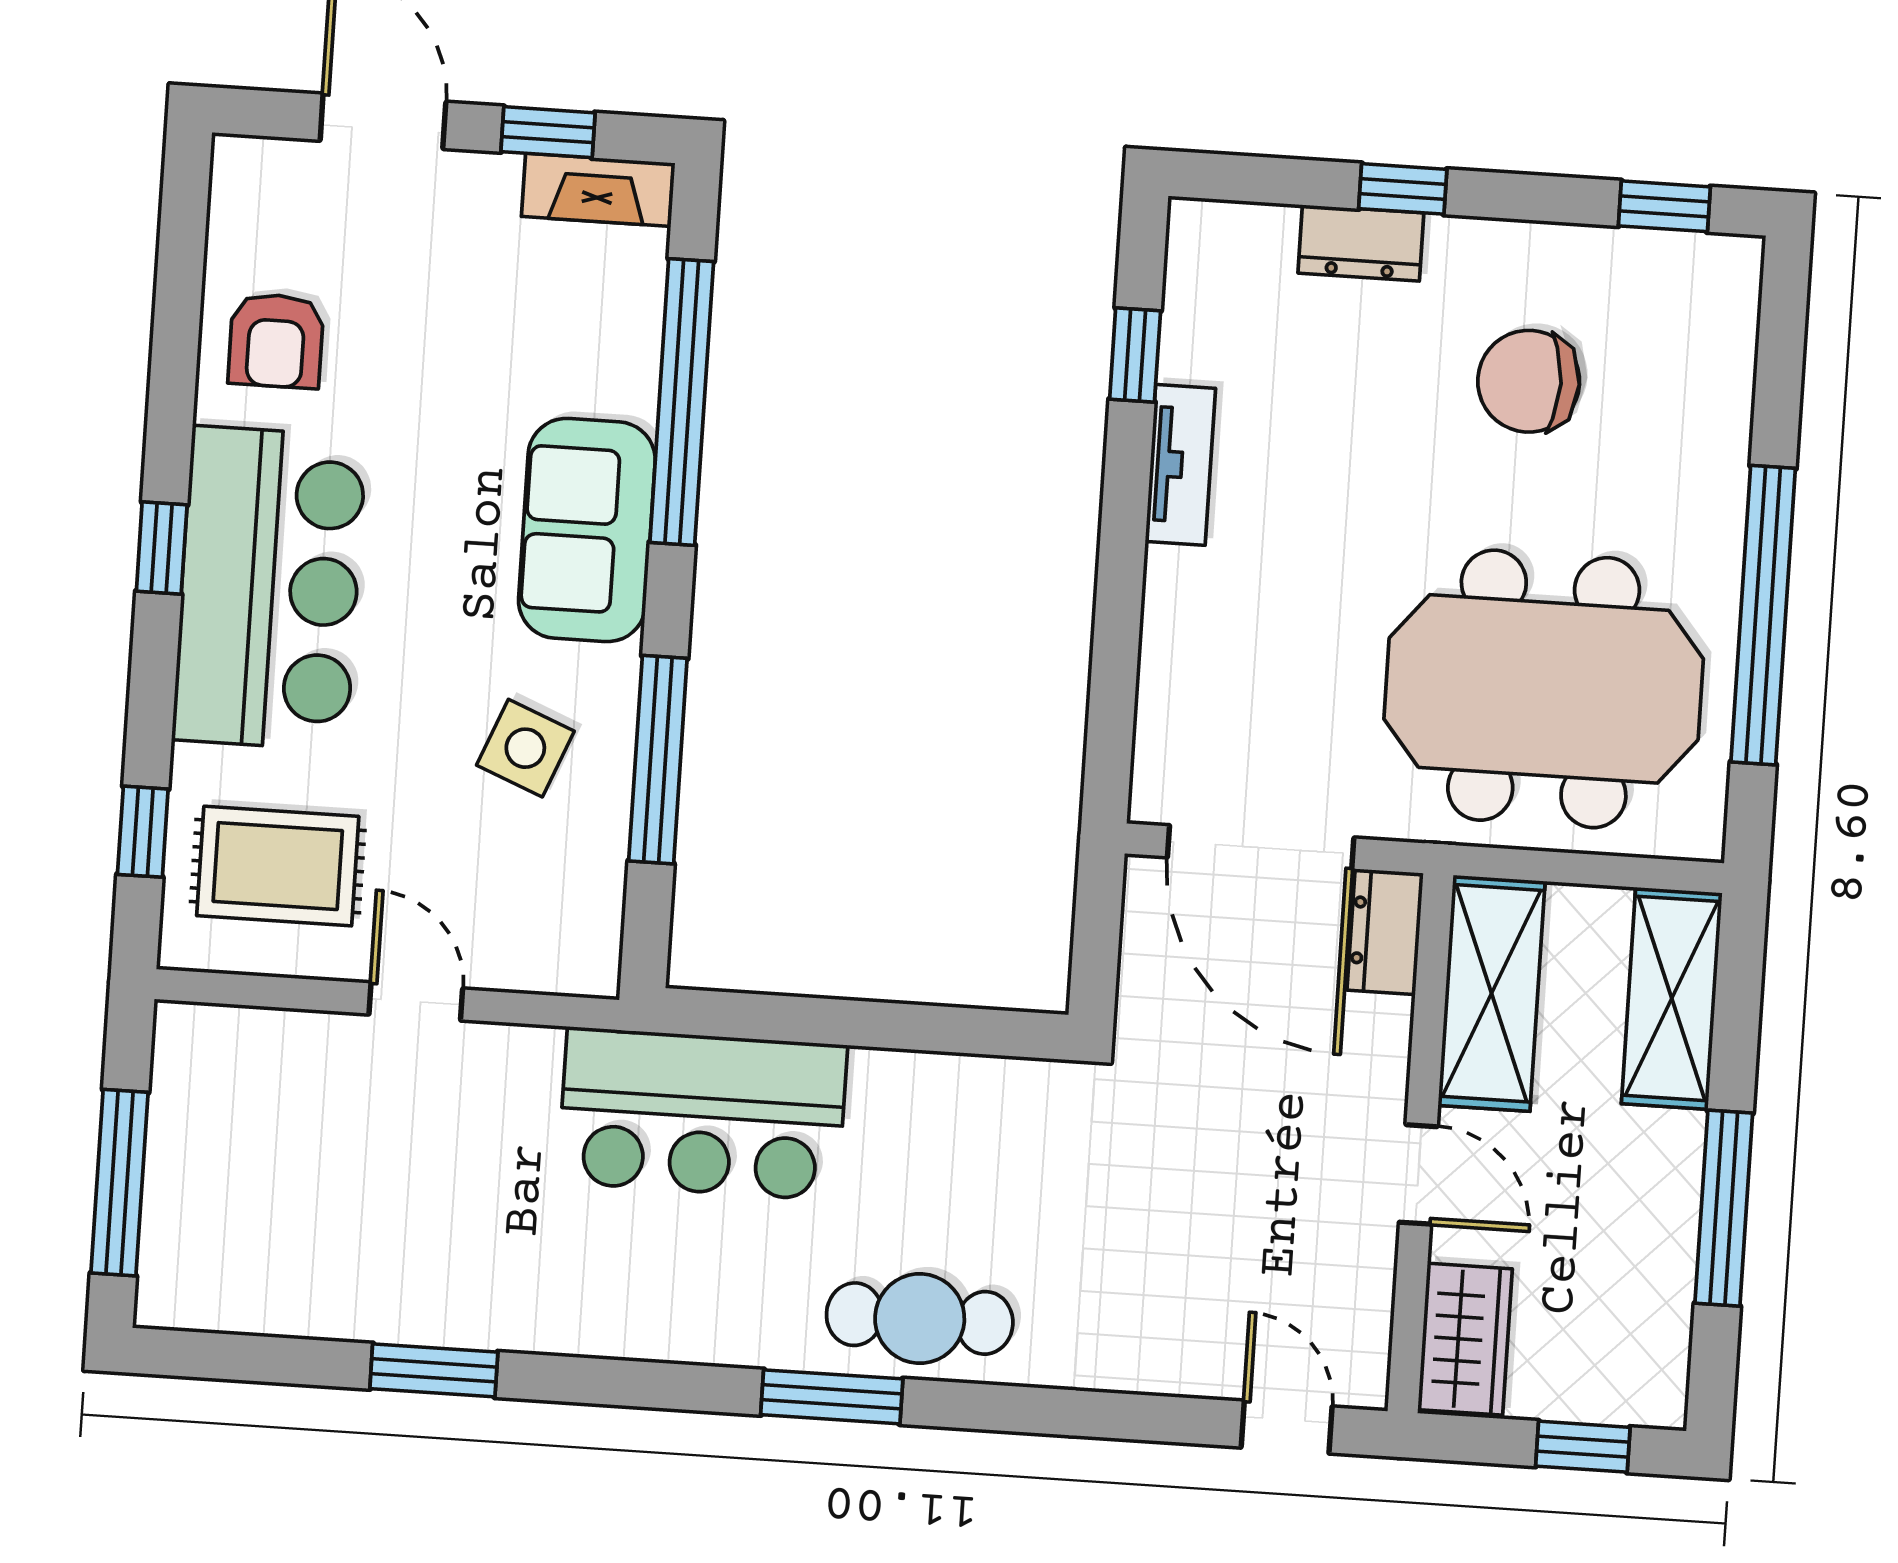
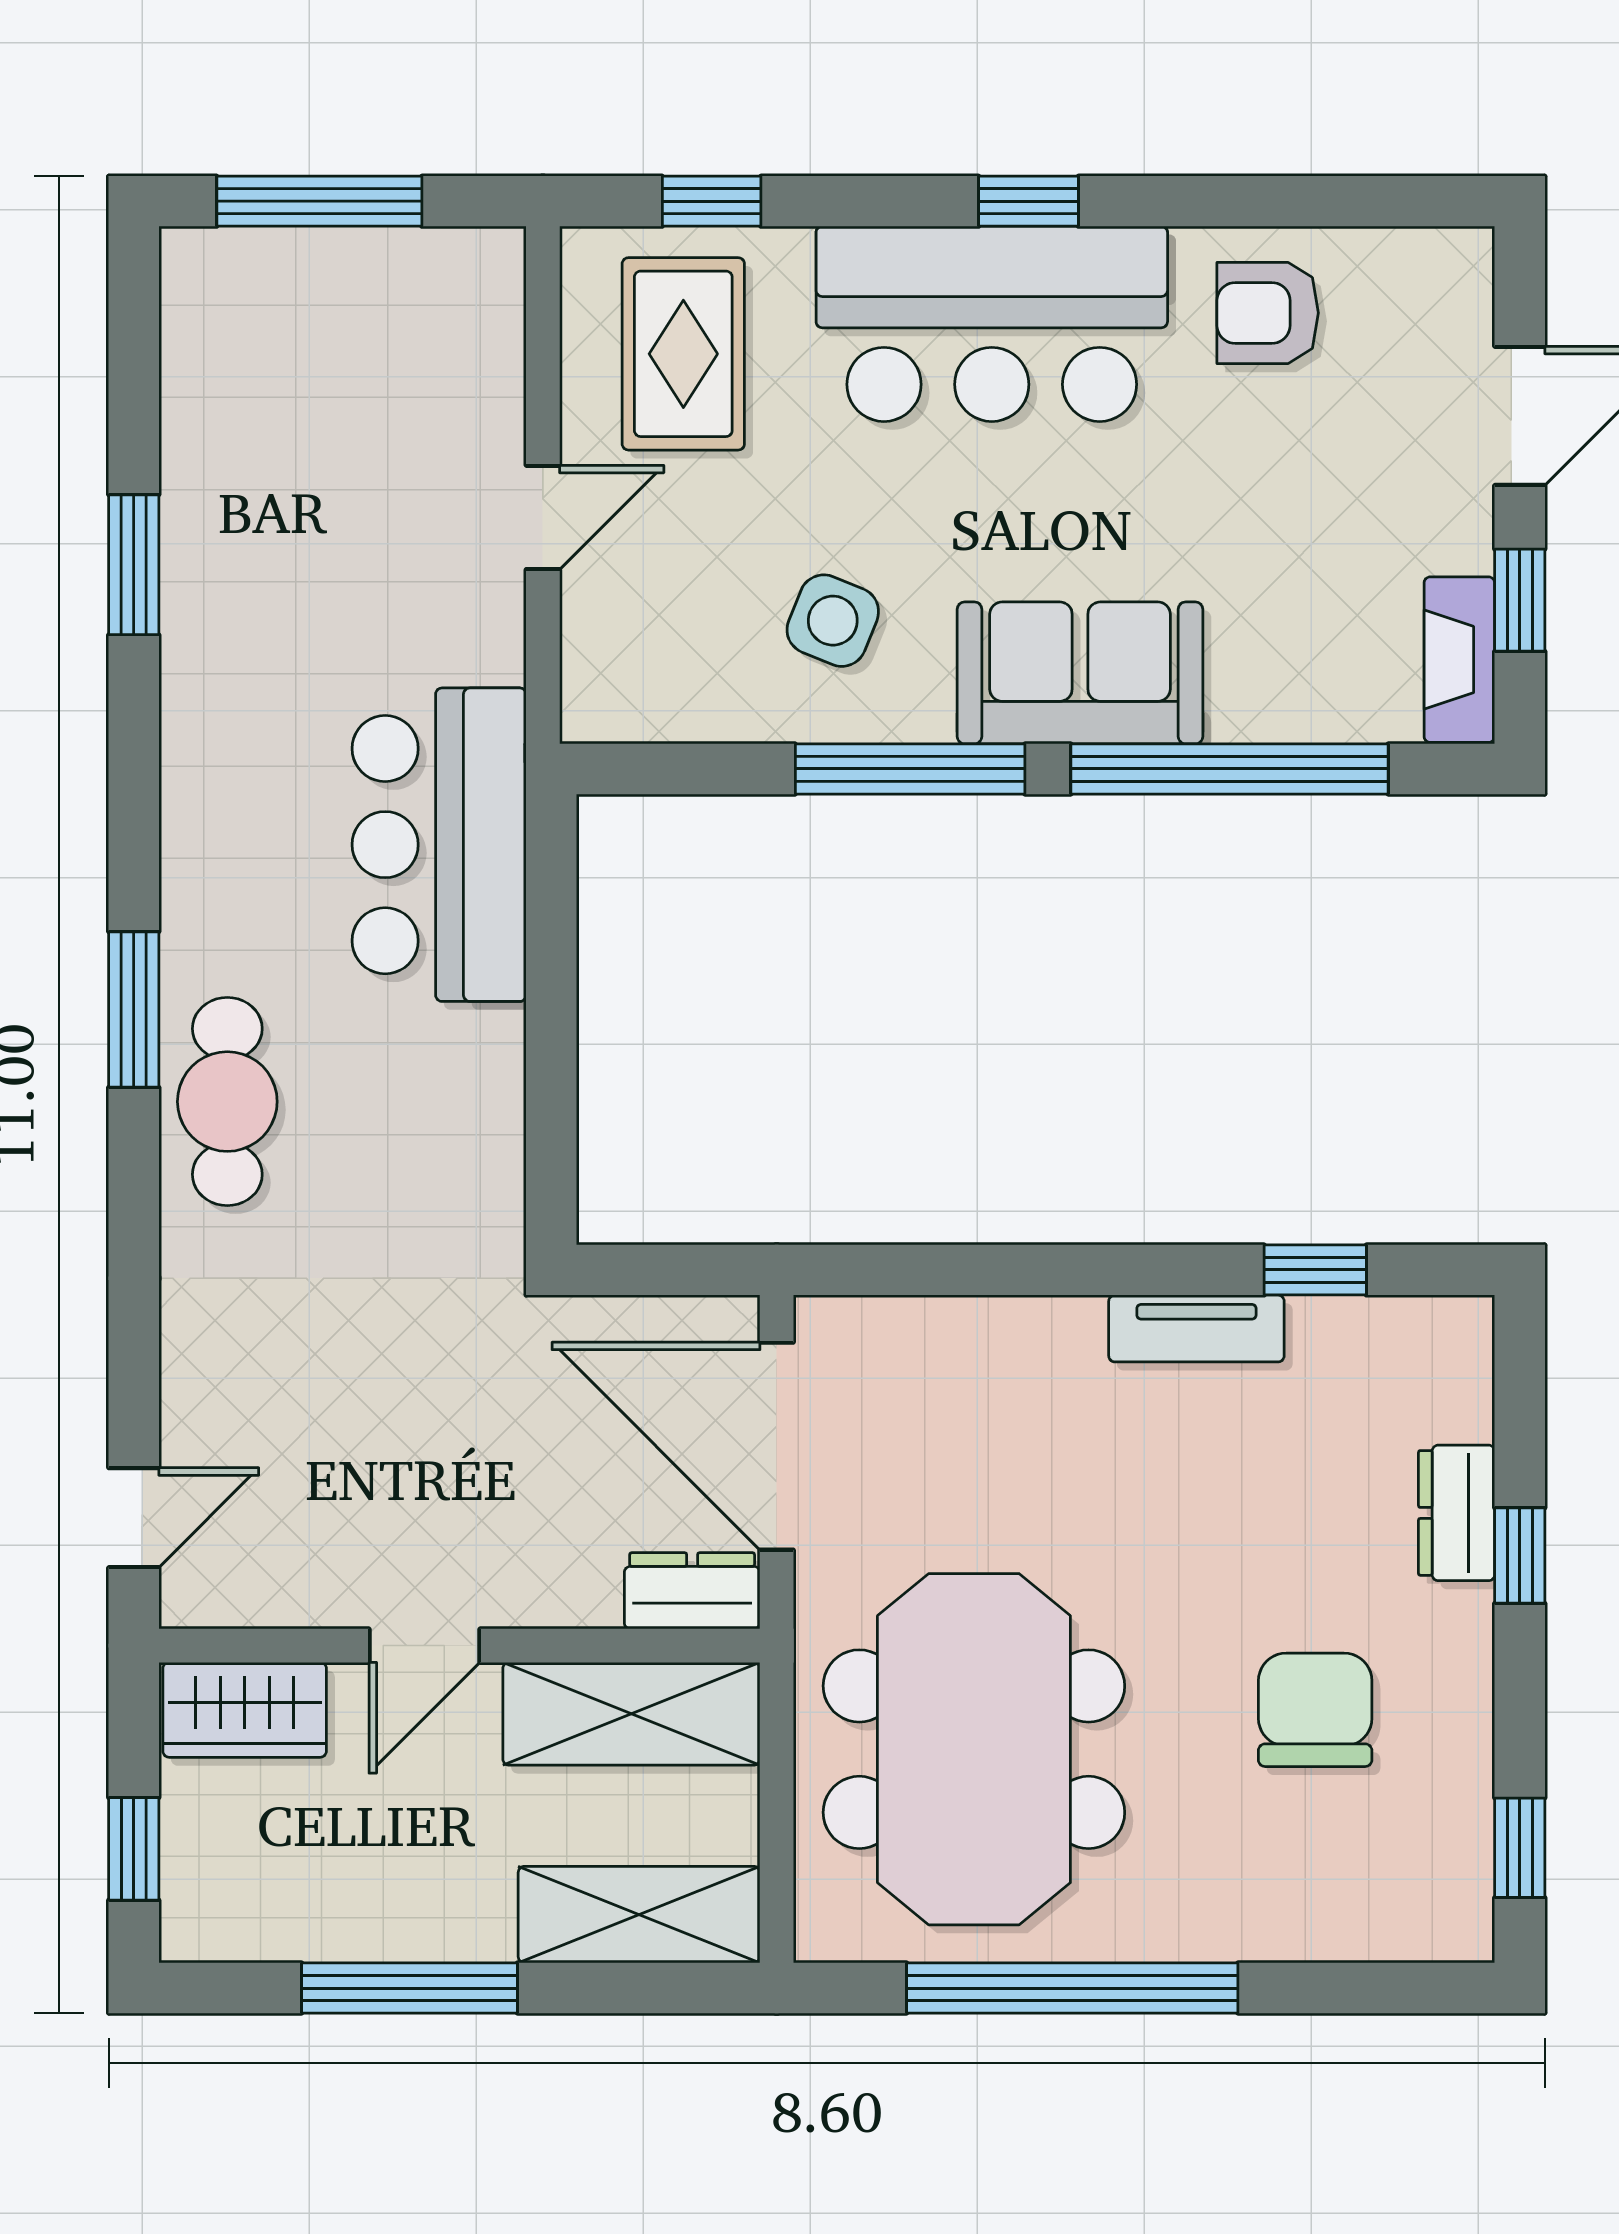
window: (658, 760) -> (910, 769), moved
door: (1261, 847) -> (777, 1446), hinge flipped

